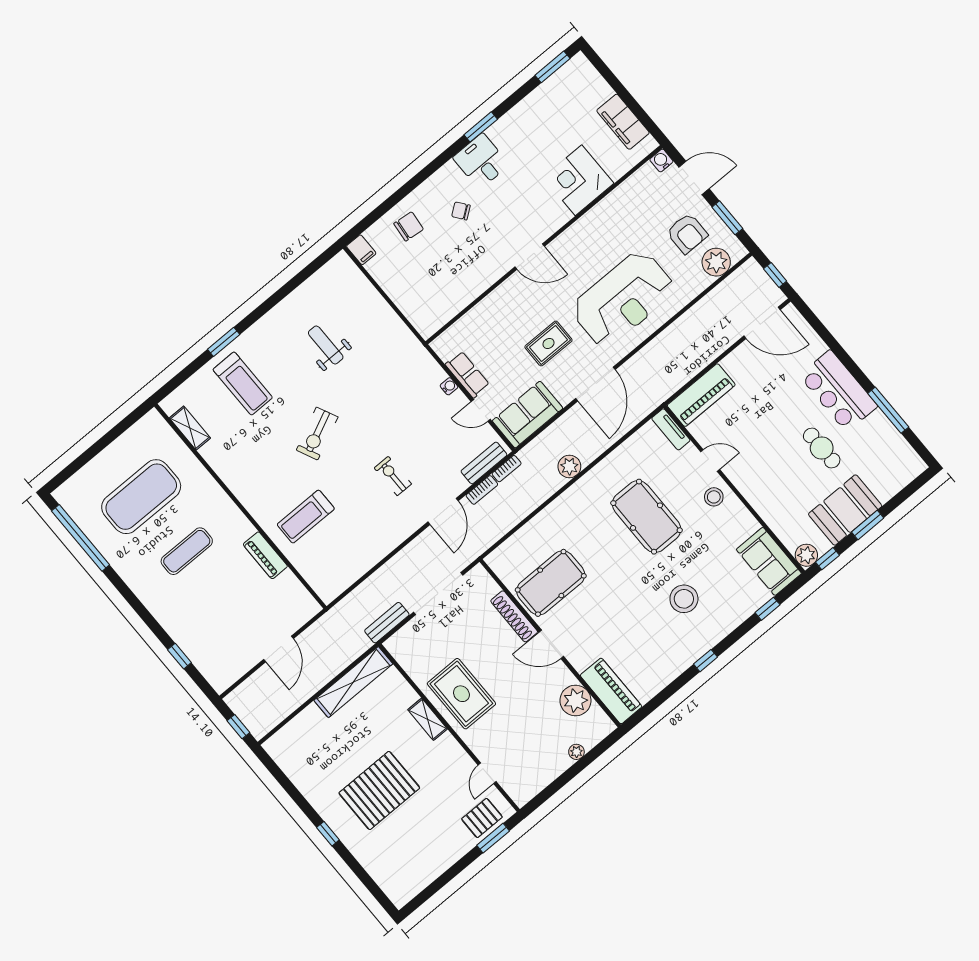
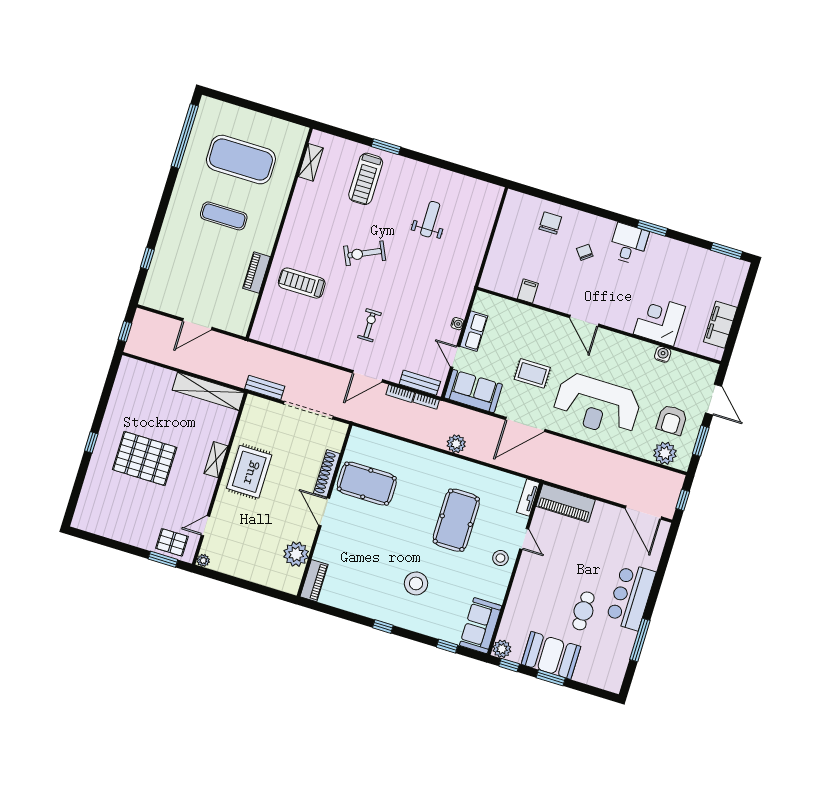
water cooler: (661, 160) -> (663, 354), moved
chair: (409, 226) -> (550, 223), turned -96
filing cabinet: (361, 250) -> (528, 291), moved, turned 180
piano: (611, 691) -> (314, 581), width x0.73, depth x0.75
plant: (576, 752) -> (203, 560), moved

